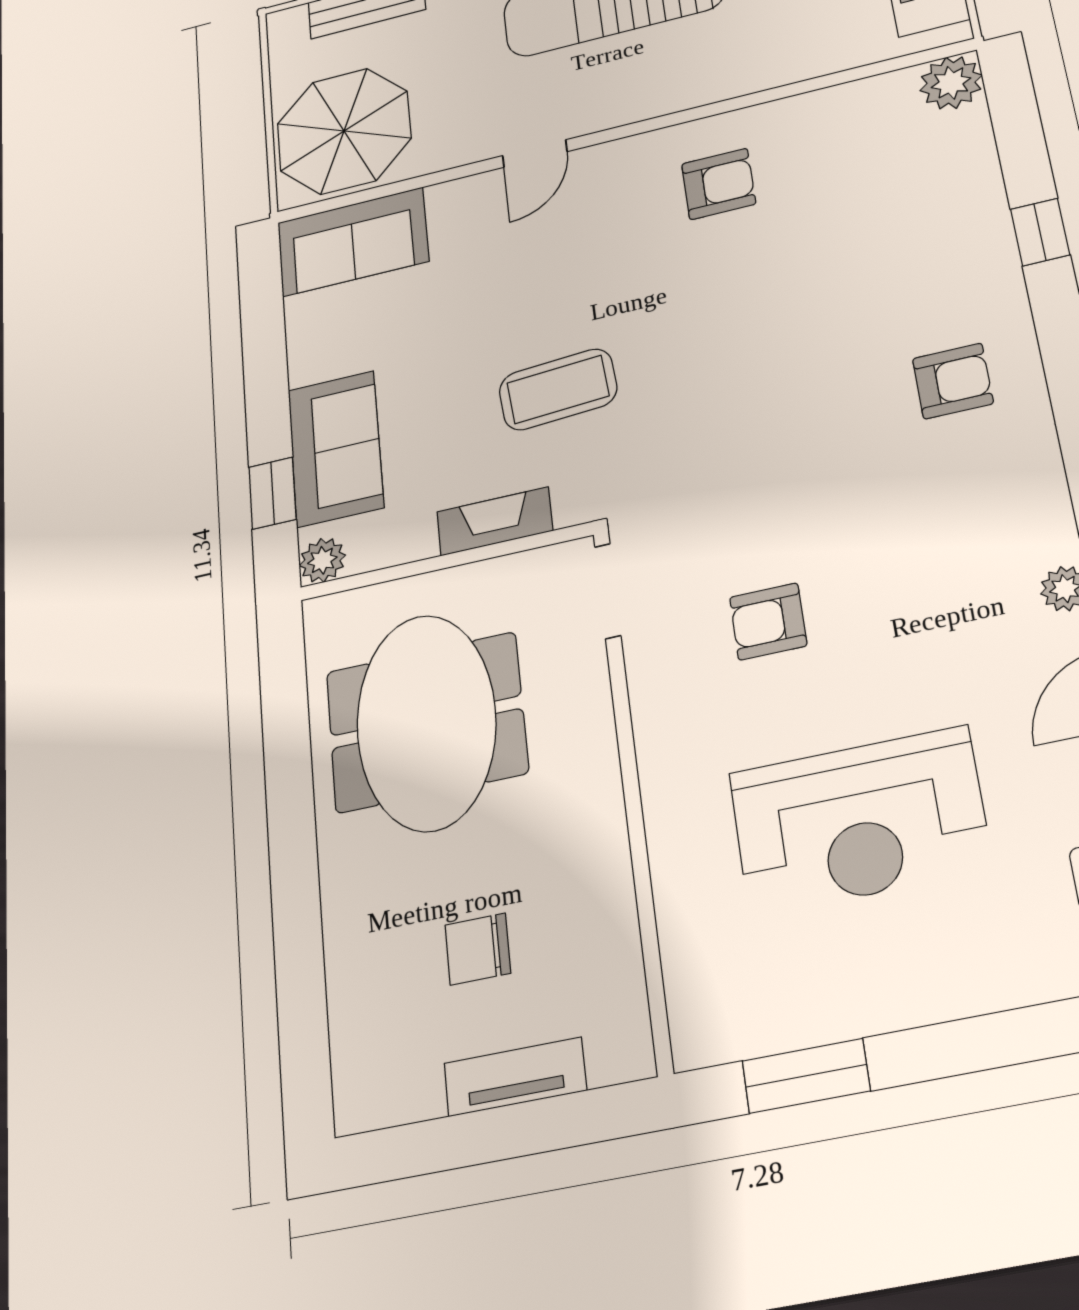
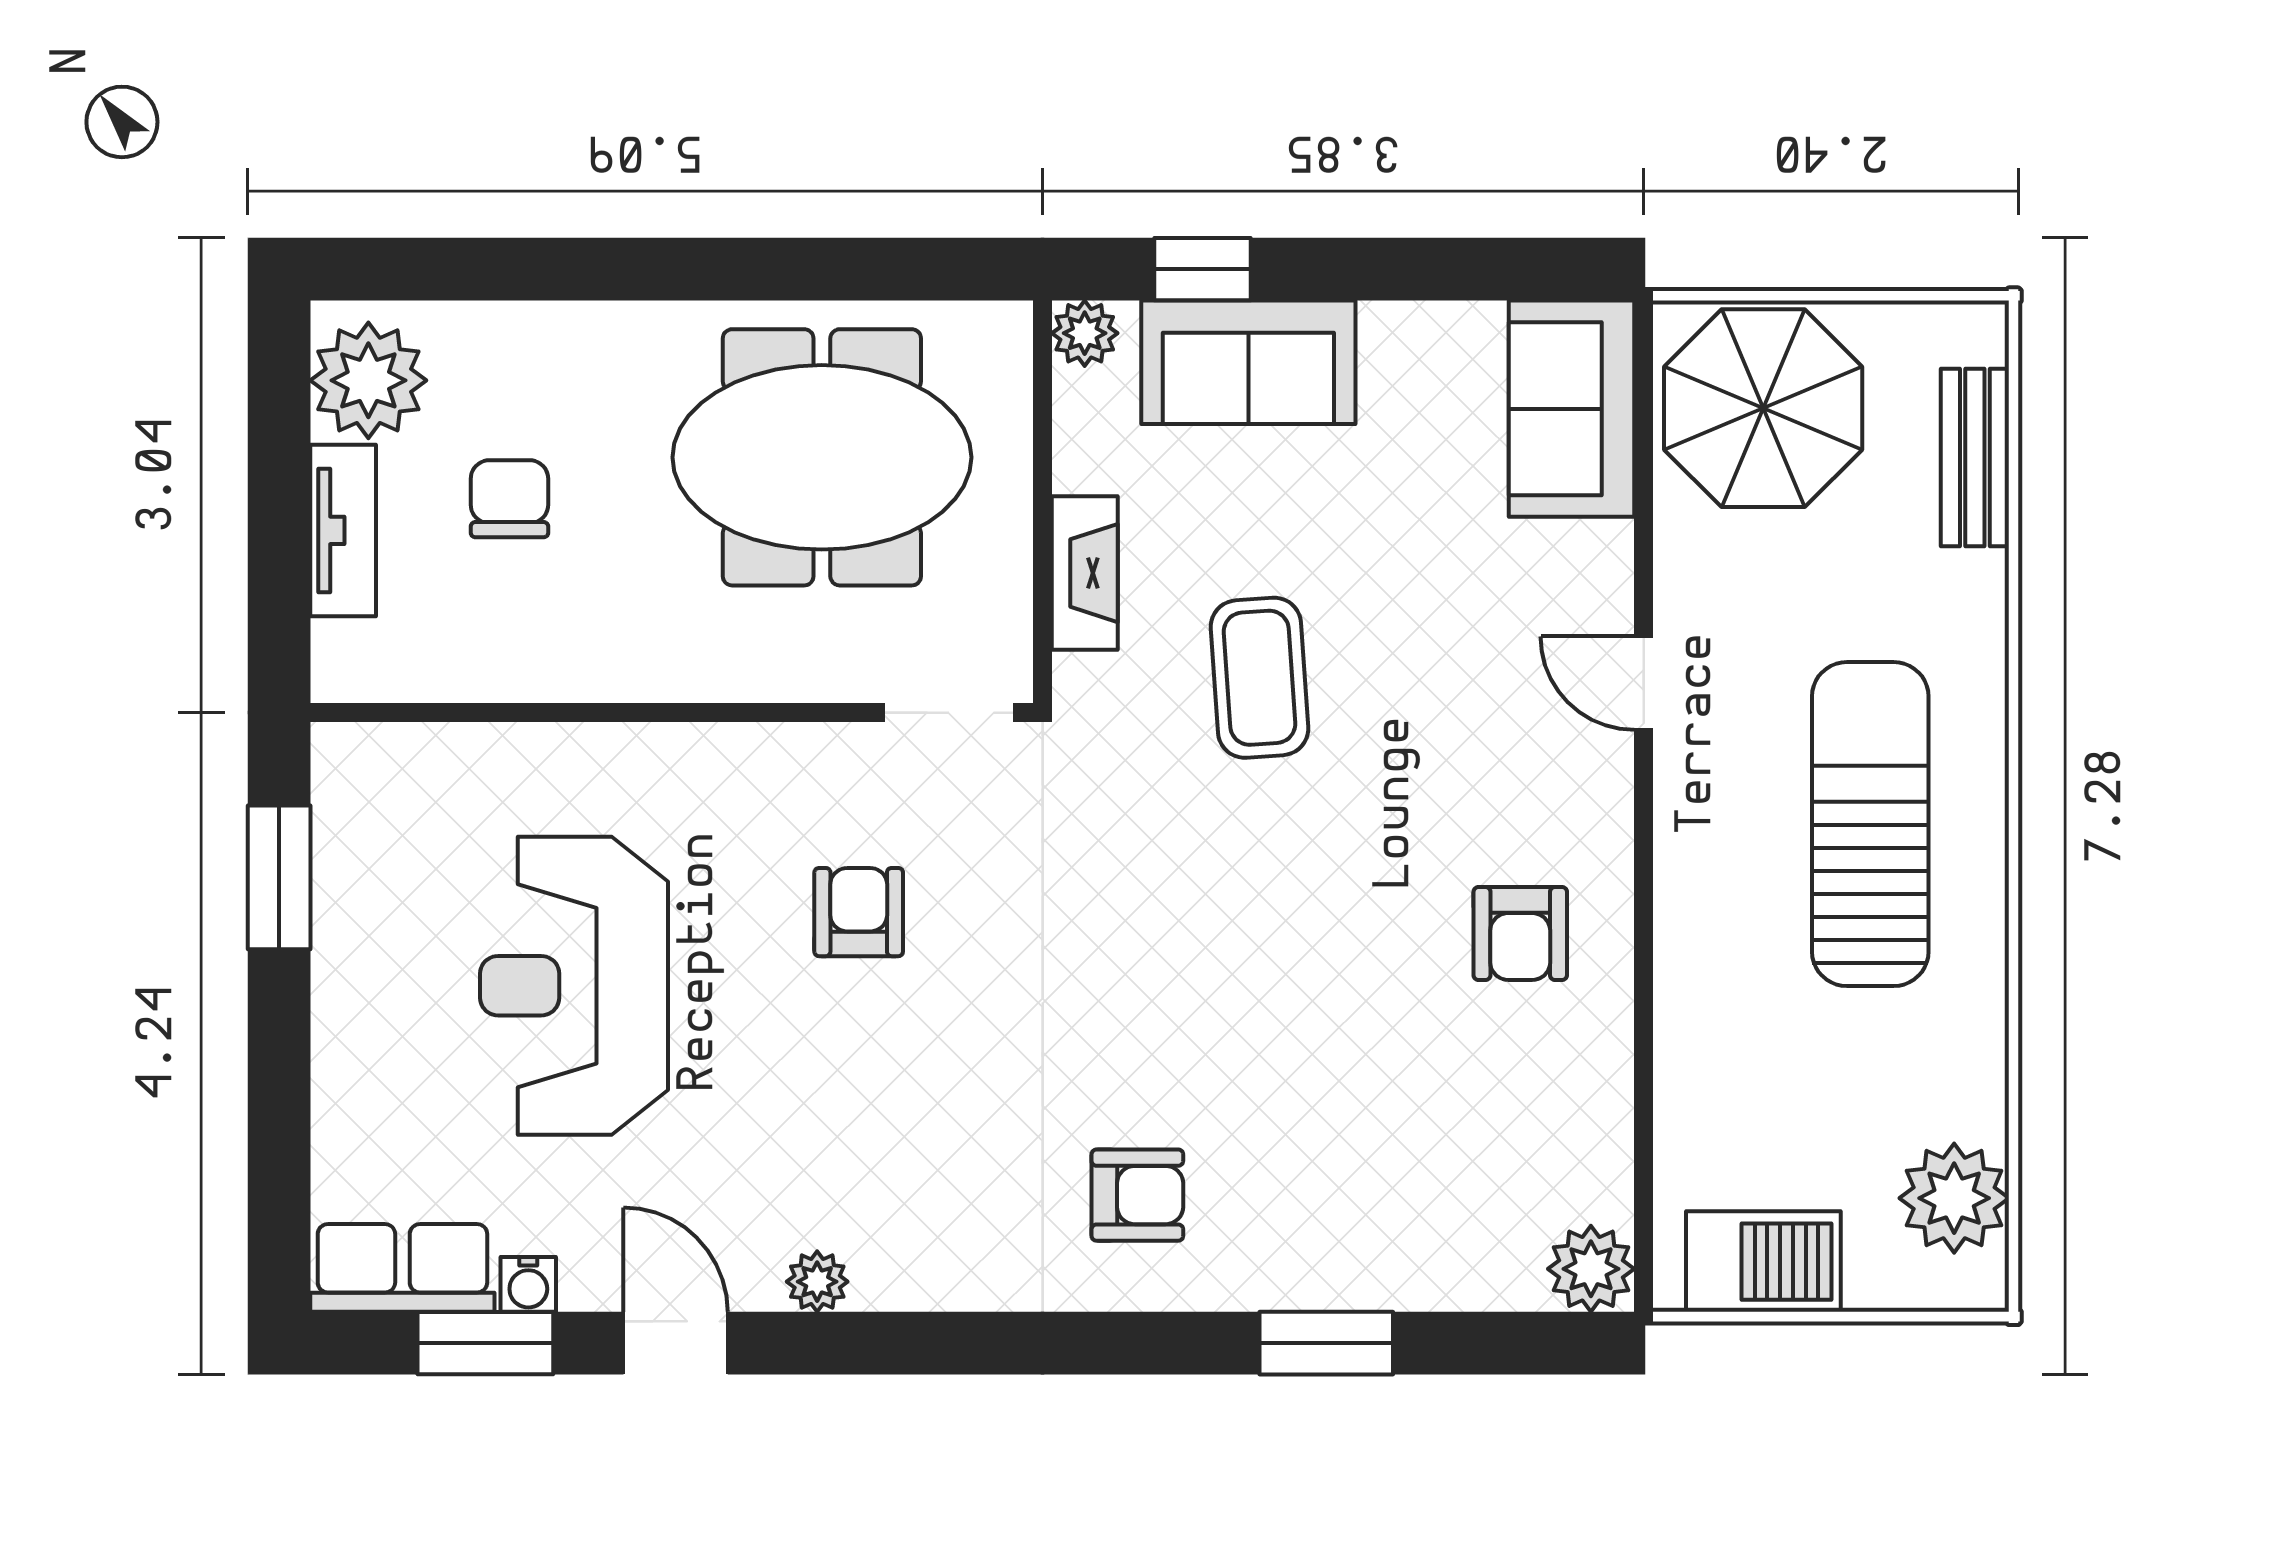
window: (1040, 232) -> (1326, 1343), width x1.50
armchair: (953, 381) -> (1137, 1195), turned -90
plant: (394, 1079) -> (368, 380), added

